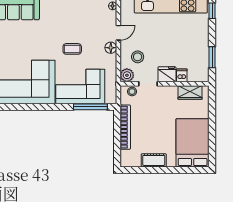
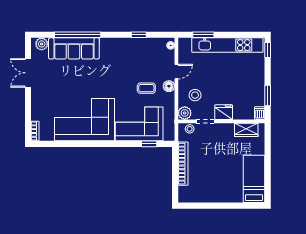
coffee table: (72, 49) -> (146, 88), moved
dishwasher: (182, 75) -> (260, 113), moved
window: (90, 107) -> (149, 144), width x0.46
bed: (193, 143) -> (254, 179), width x0.67
cot: (154, 160) -> (211, 196), removed

